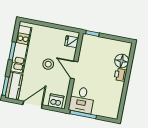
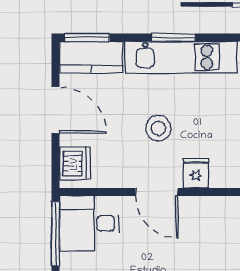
fridge: (72, 42) -> (196, 173), moved
door: (74, 70) -> (157, 192), swing flipped

